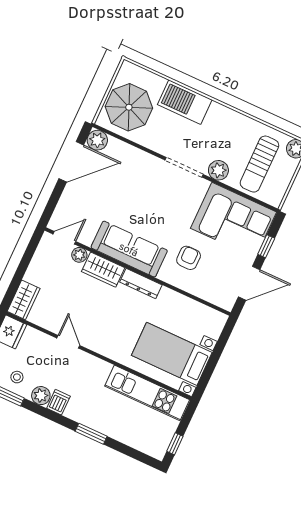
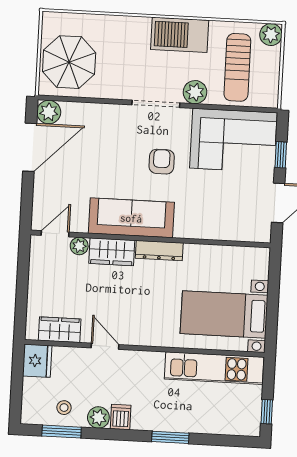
barbecue: (185, 102) -> (180, 35), moved
armchair: (189, 258) -> (162, 162), moved
wardrobe: (24, 300) -> (60, 330), moved, turned -90

